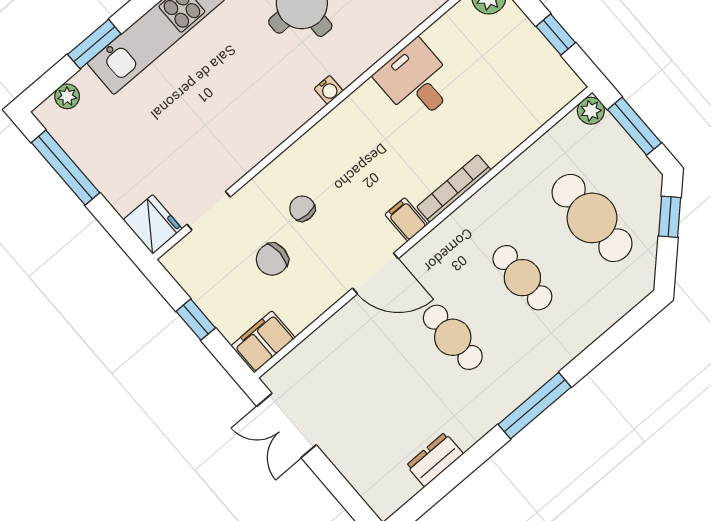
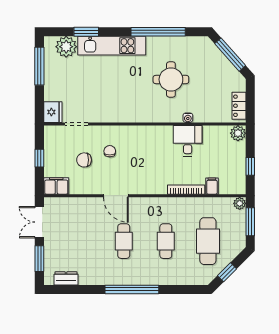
water cooler: (329, 90) -> (188, 118), moved
plant: (67, 96) -> (66, 47), width x1.88, depth x1.88
bookcase: (454, 188) -> (186, 190), moved
window: (670, 217) -> (227, 272), moved
filing cabinet: (406, 219) -> (212, 186), moved
window: (535, 406) -> (132, 289), width x1.46
dresser: (435, 460) -> (66, 278), moved
window: (338, 486) -> (39, 259), added

